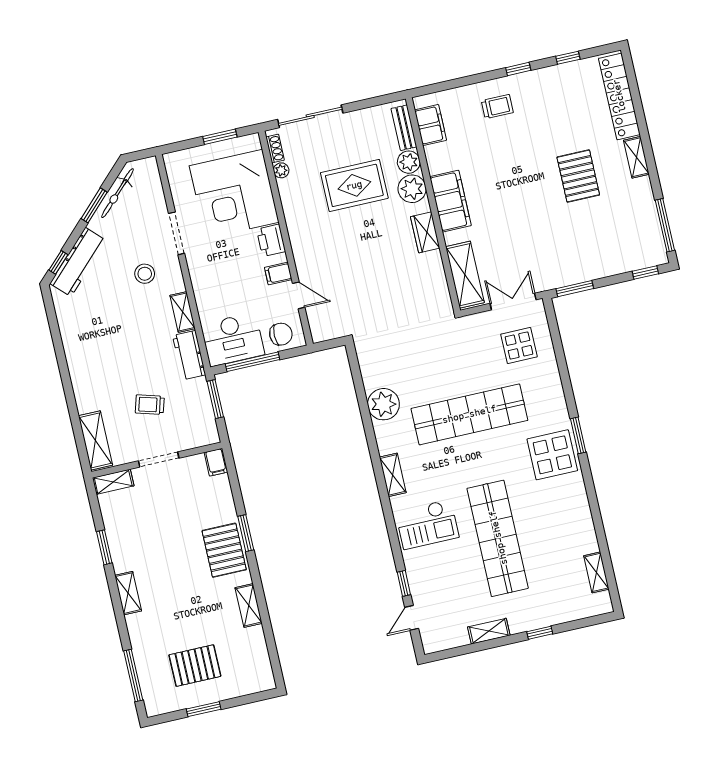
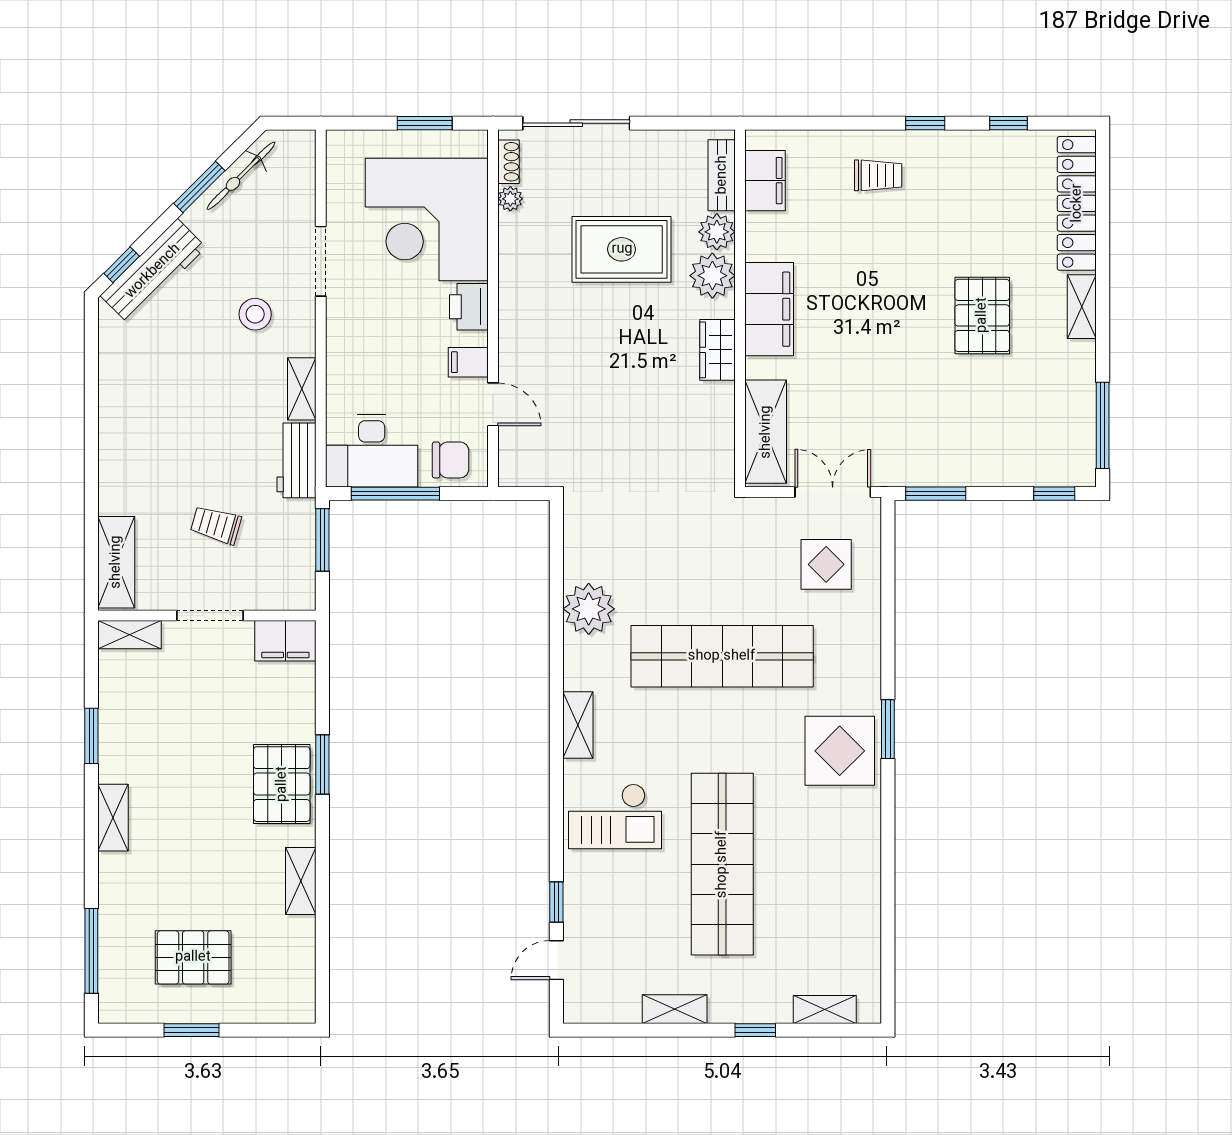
filing cabinet: (216, 462) -> (285, 641), width x2.00
shelving: (596, 572) -> (825, 1009), moved, turned 90

